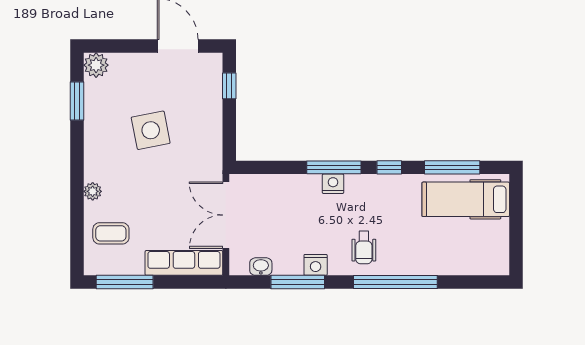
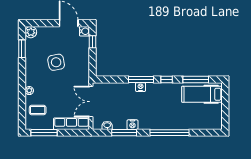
water cooler: (212, 63) -> (85, 31), added
wheelchair: (364, 248) -> (155, 117), removed

